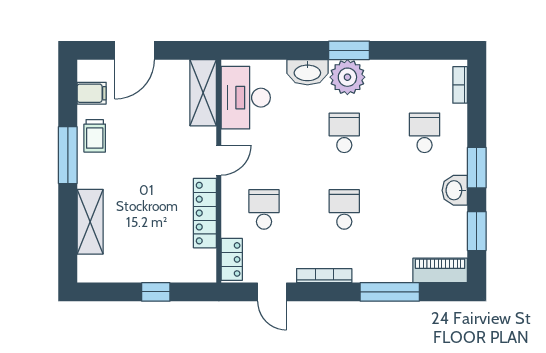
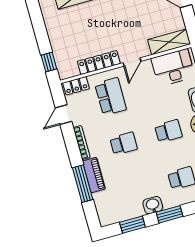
door: (219, 160) -> (132, 62), hinge flipped
school desk: (264, 209) -> (111, 96), width x1.85
piano: (440, 270) -> (94, 175), moved
window: (156, 292) -> (49, 62), moved

